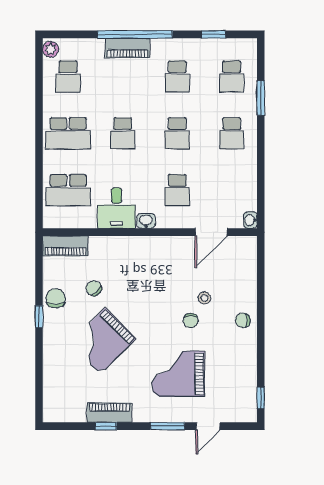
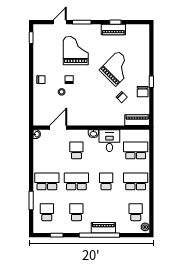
school desk: (177, 133) -> (76, 181), width x1.85
school desk: (232, 133) -> (47, 181), width x1.85
grand piano: (178, 374) -> (76, 51), turned -90

